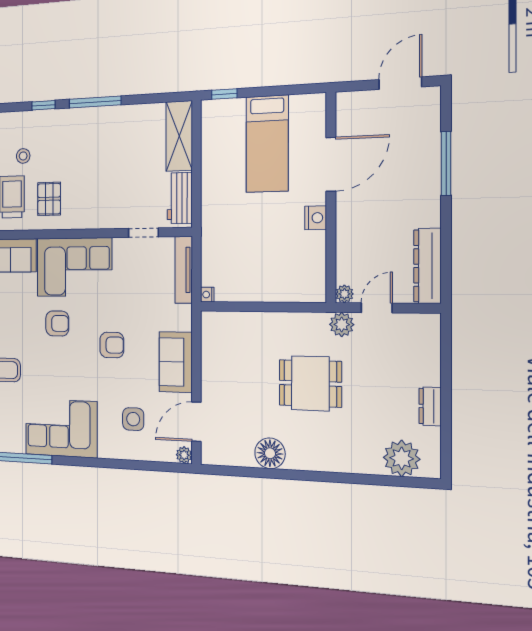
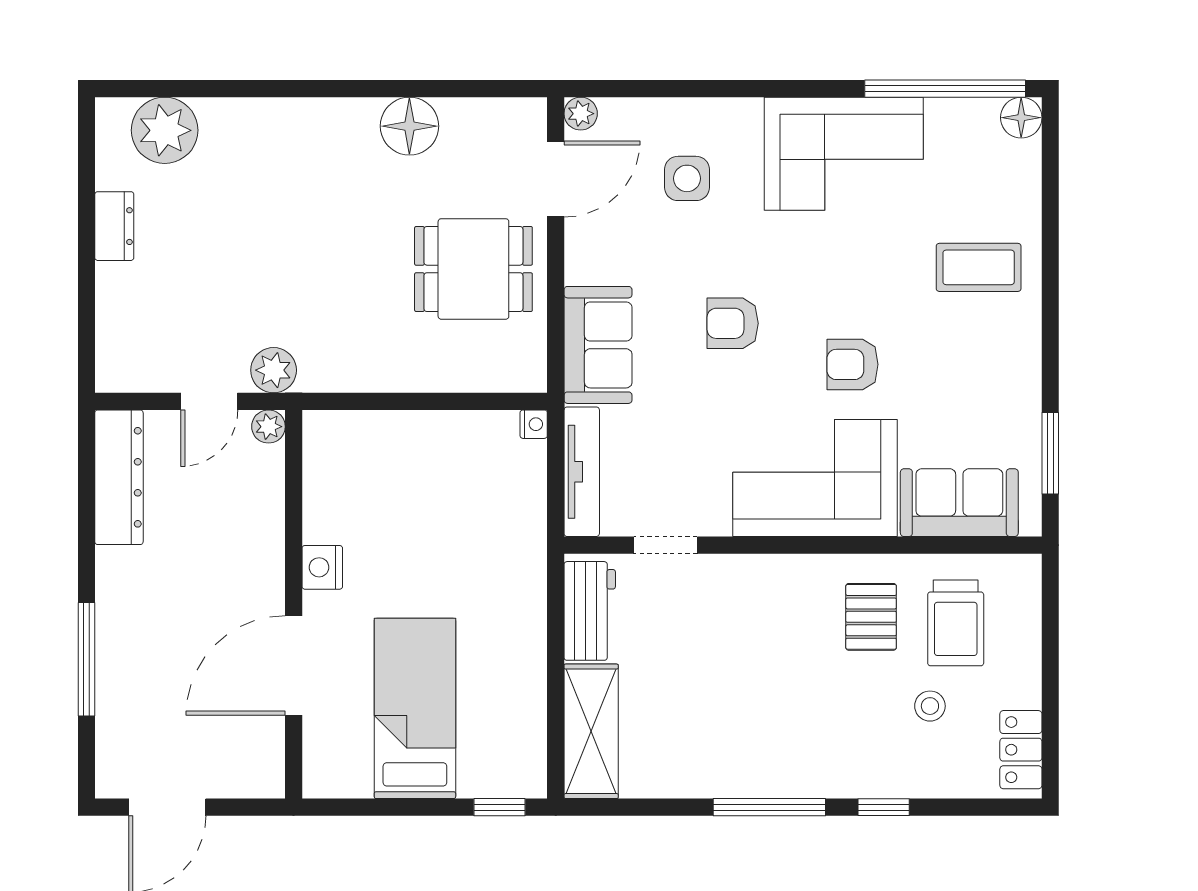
sofa: (176, 362) -> (598, 345), moved
dining table: (310, 383) -> (473, 269), moved

